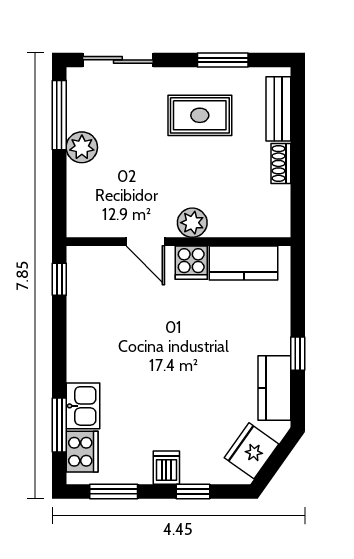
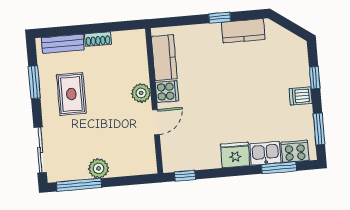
fridge: (251, 451) -> (235, 155), moved, turned 145

